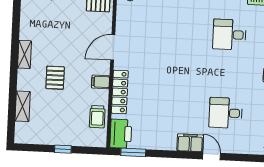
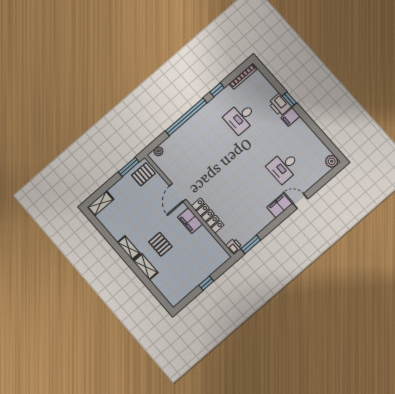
filing cabinet: (101, 82) -> (190, 221), width x2.00
shelving: (23, 106) -> (145, 267), moved
trolley: (97, 117) -> (208, 243), removed
printer: (121, 134) -> (234, 246), width x0.53, depth x0.68

